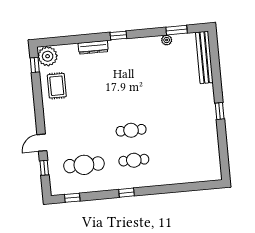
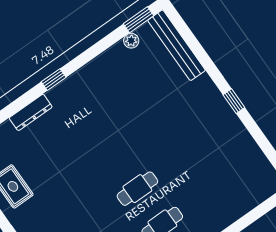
window: (177, 30) -> (138, 20), moved
plant: (167, 40) -> (131, 41), moved

